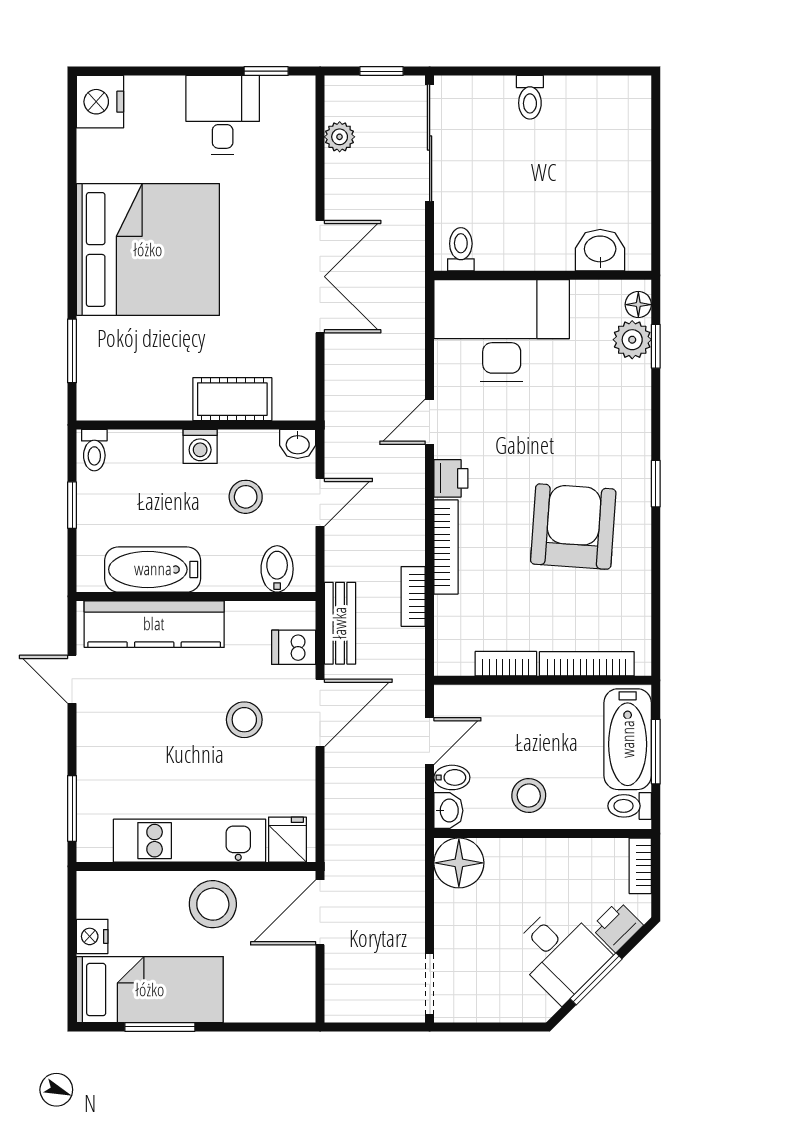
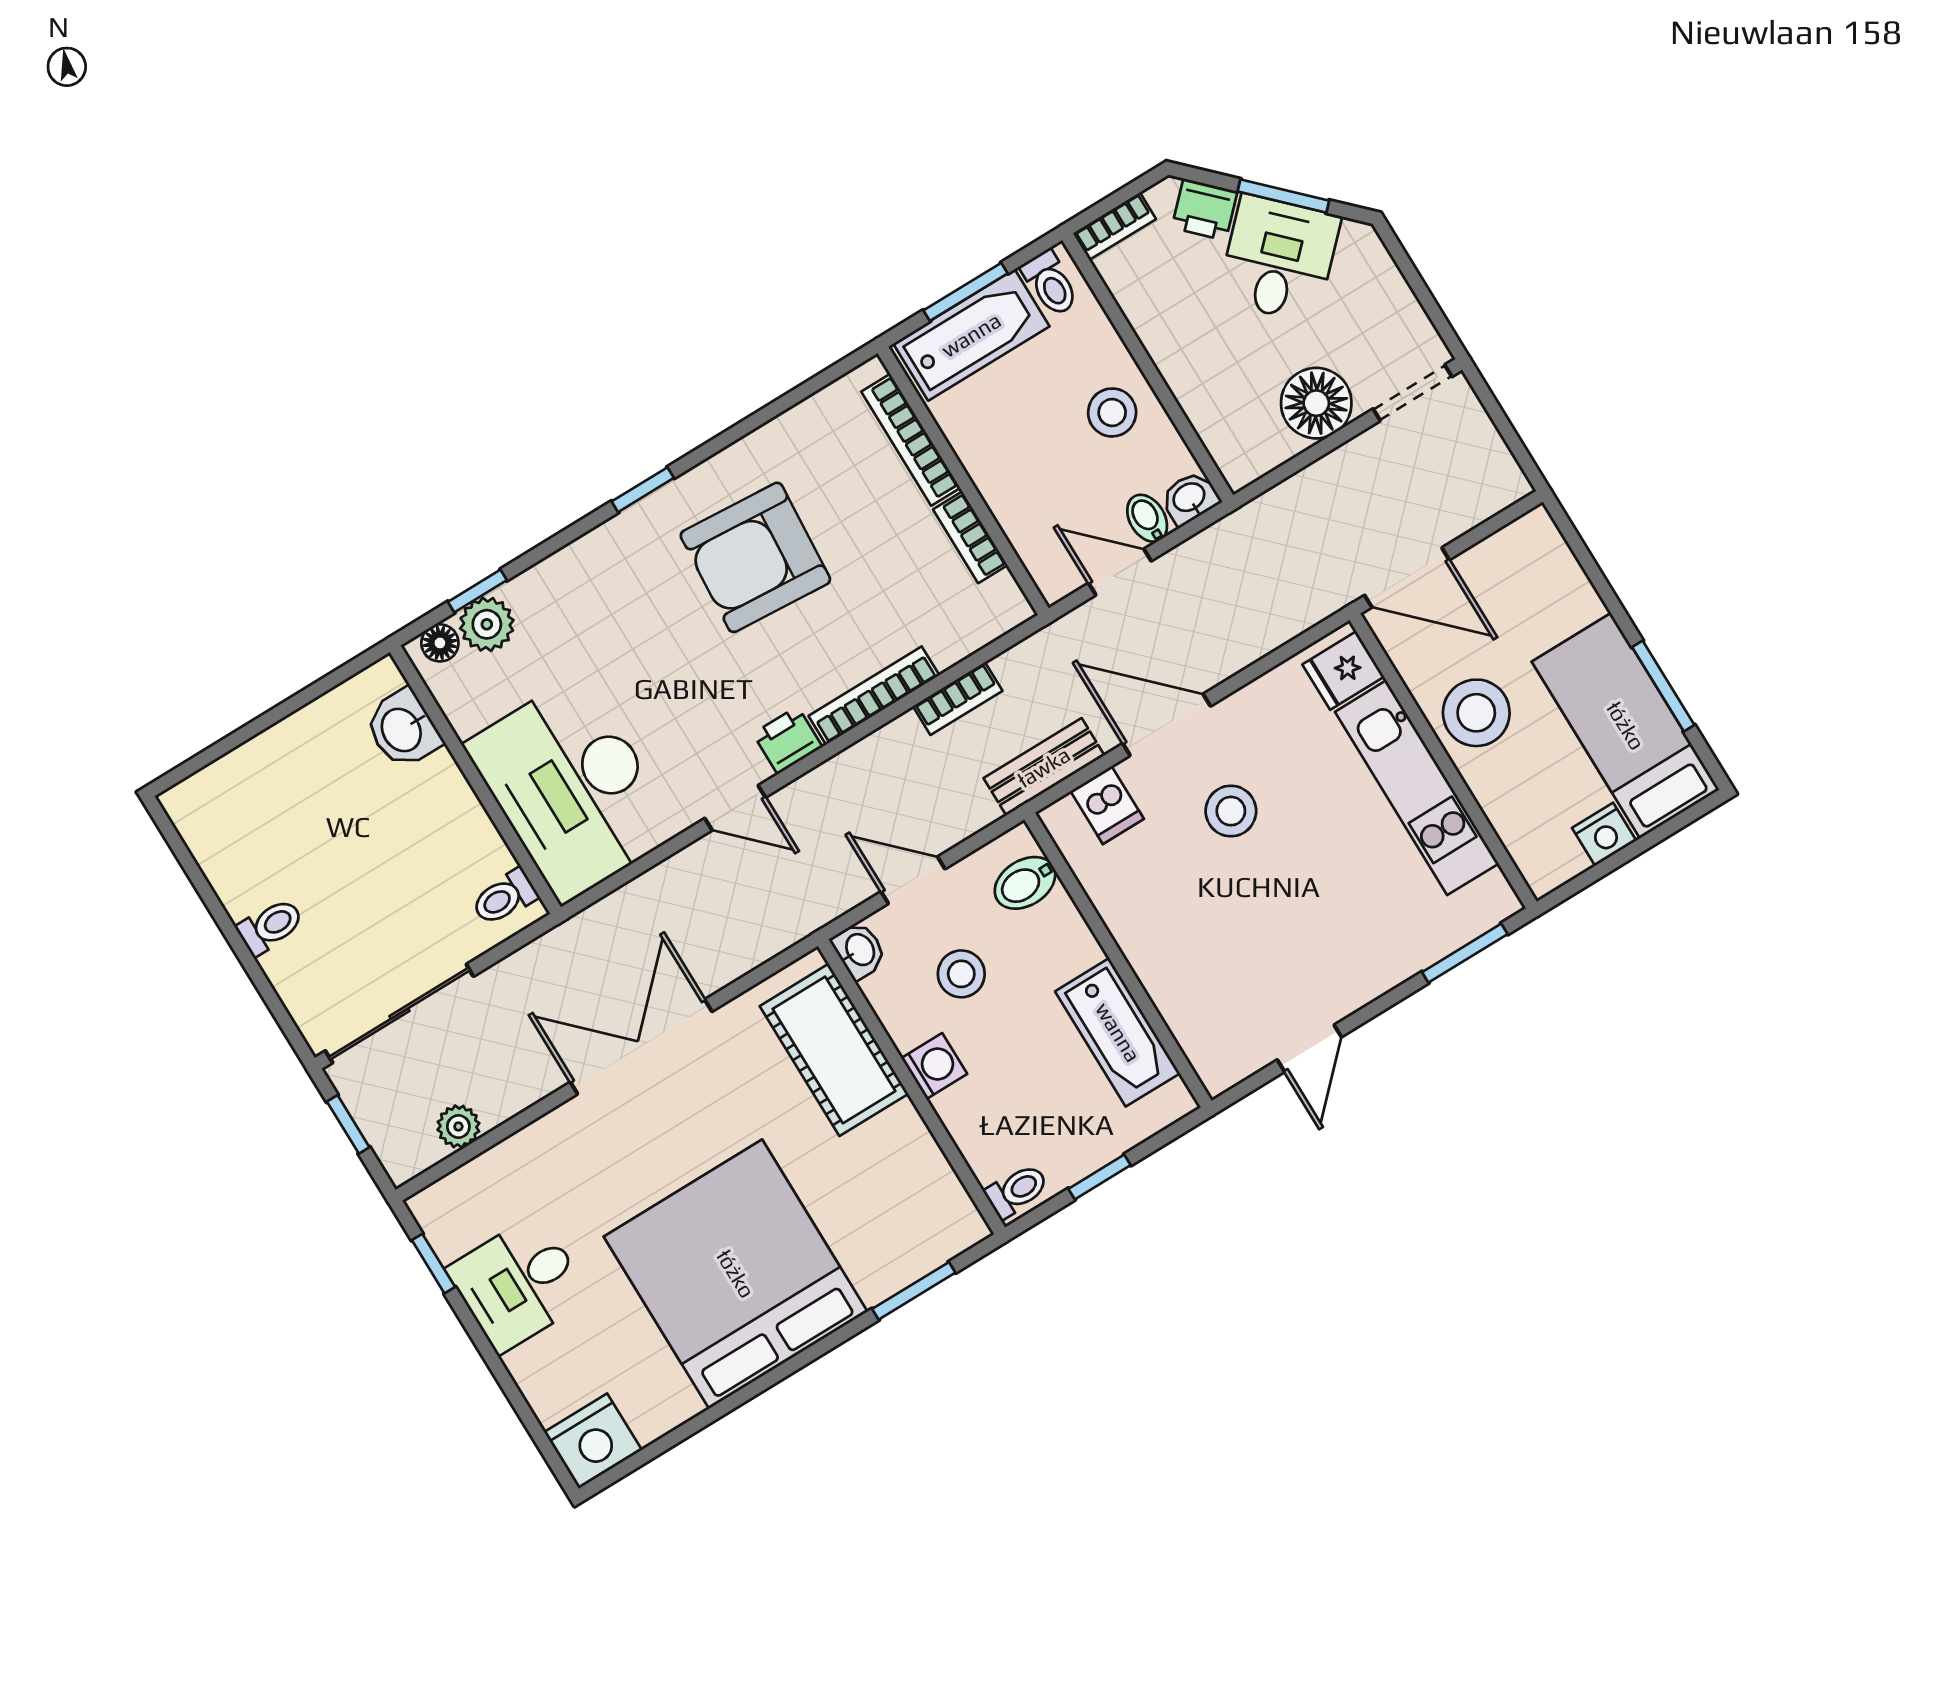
cot: (232, 399) -> (834, 1050), width x1.37, depth x1.34
kitchen counter: (154, 624) -> (1182, 990), removed
floor lamp: (459, 863) -> (1316, 403), moved

